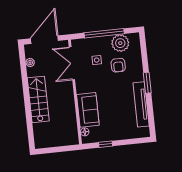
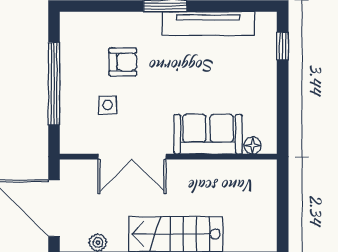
plant: (120, 43) -> (78, 53), removed
double door: (72, 63) -> (132, 157), moved
window: (106, 144) -> (283, 46), moved

